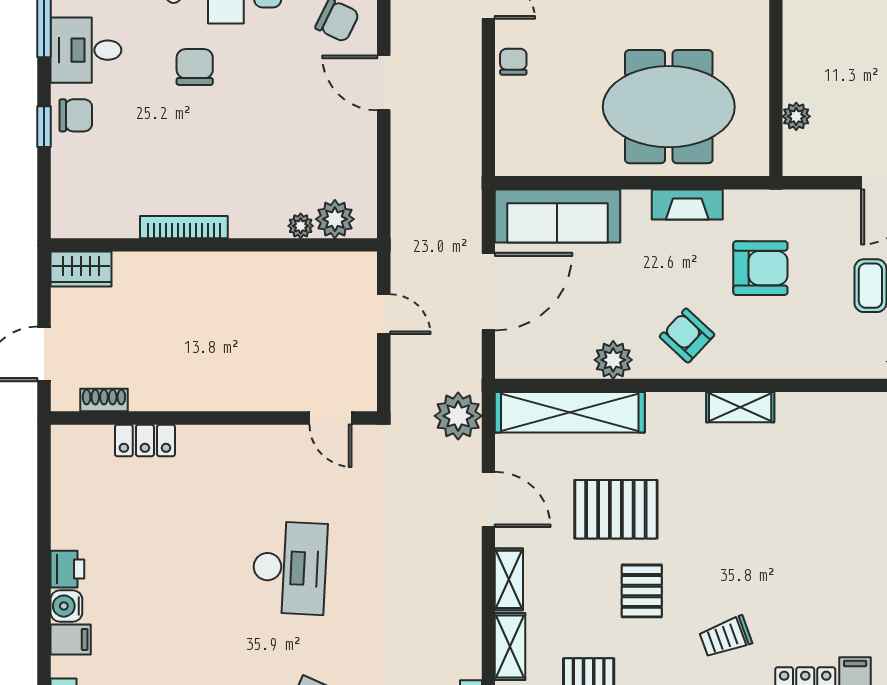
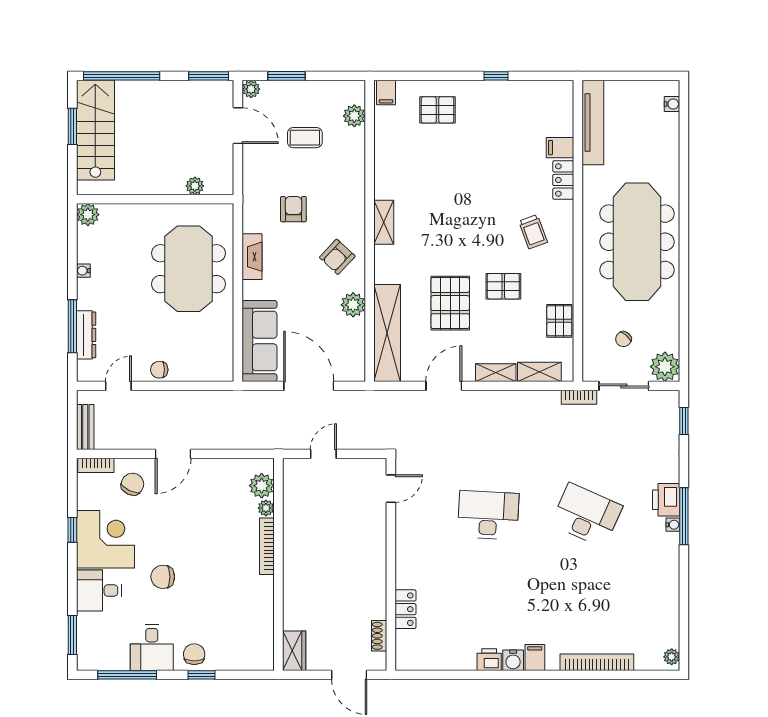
bookcase: (184, 227) -> (267, 546), moved
armchair: (760, 268) -> (293, 209), width x0.72, depth x0.72
plant: (458, 416) -> (390, 406), removed

